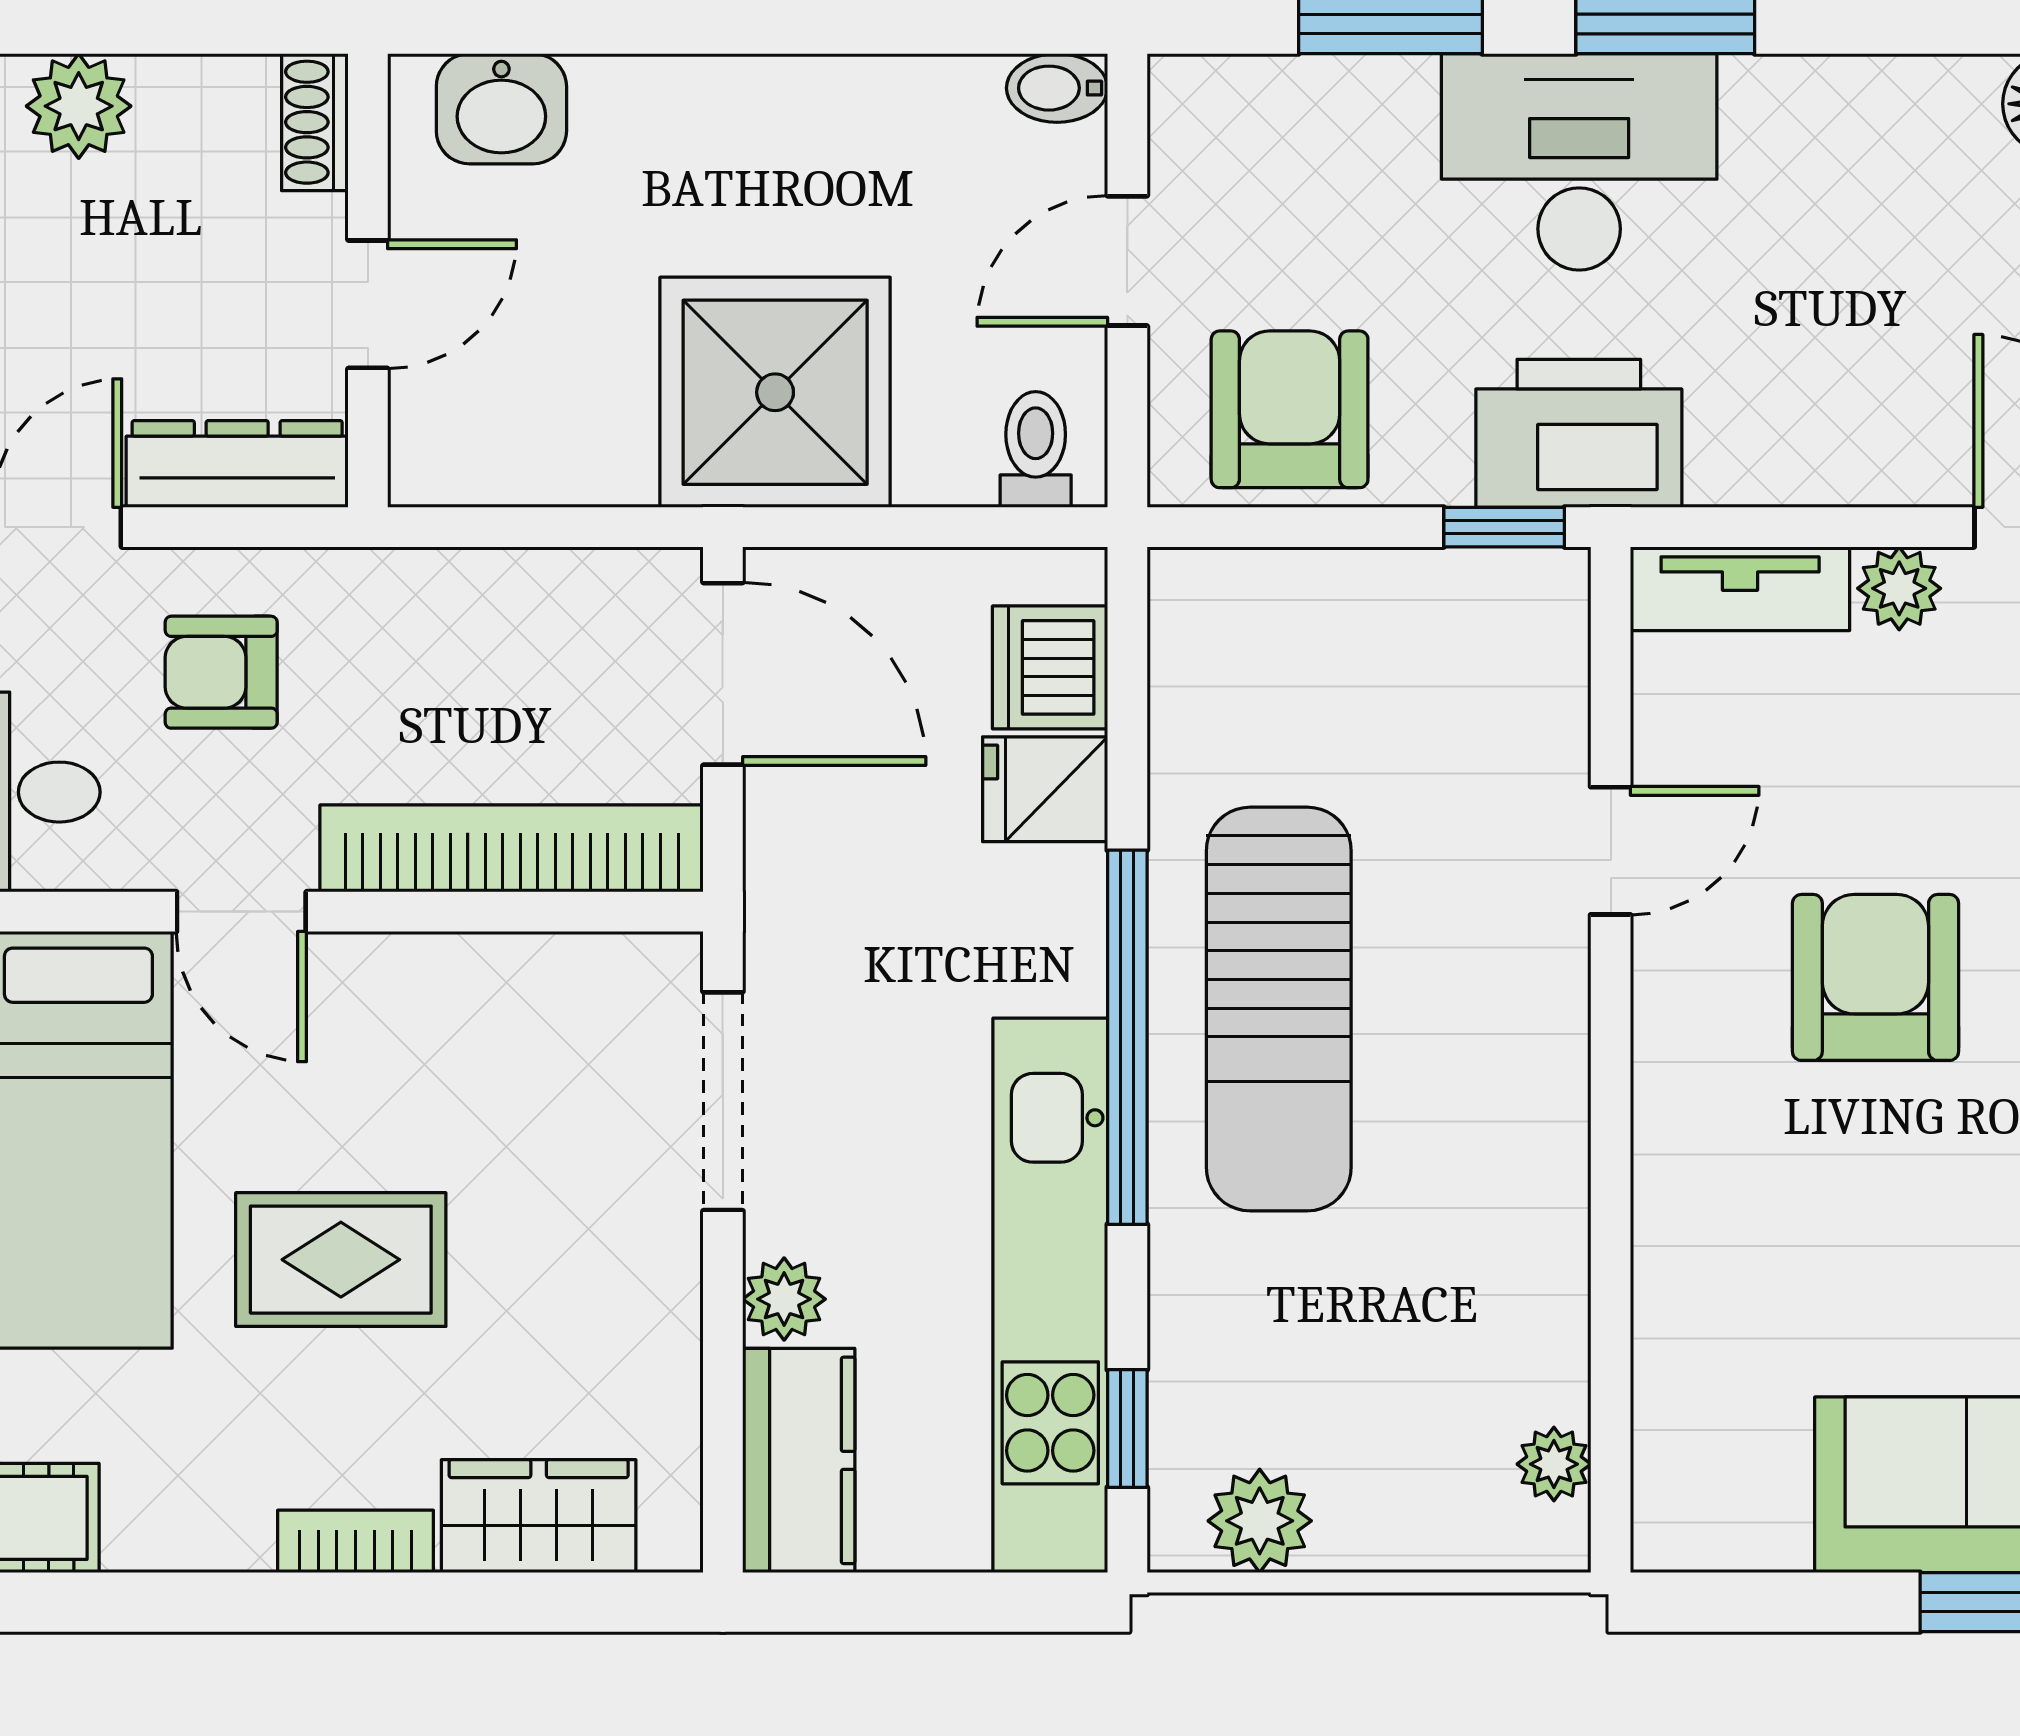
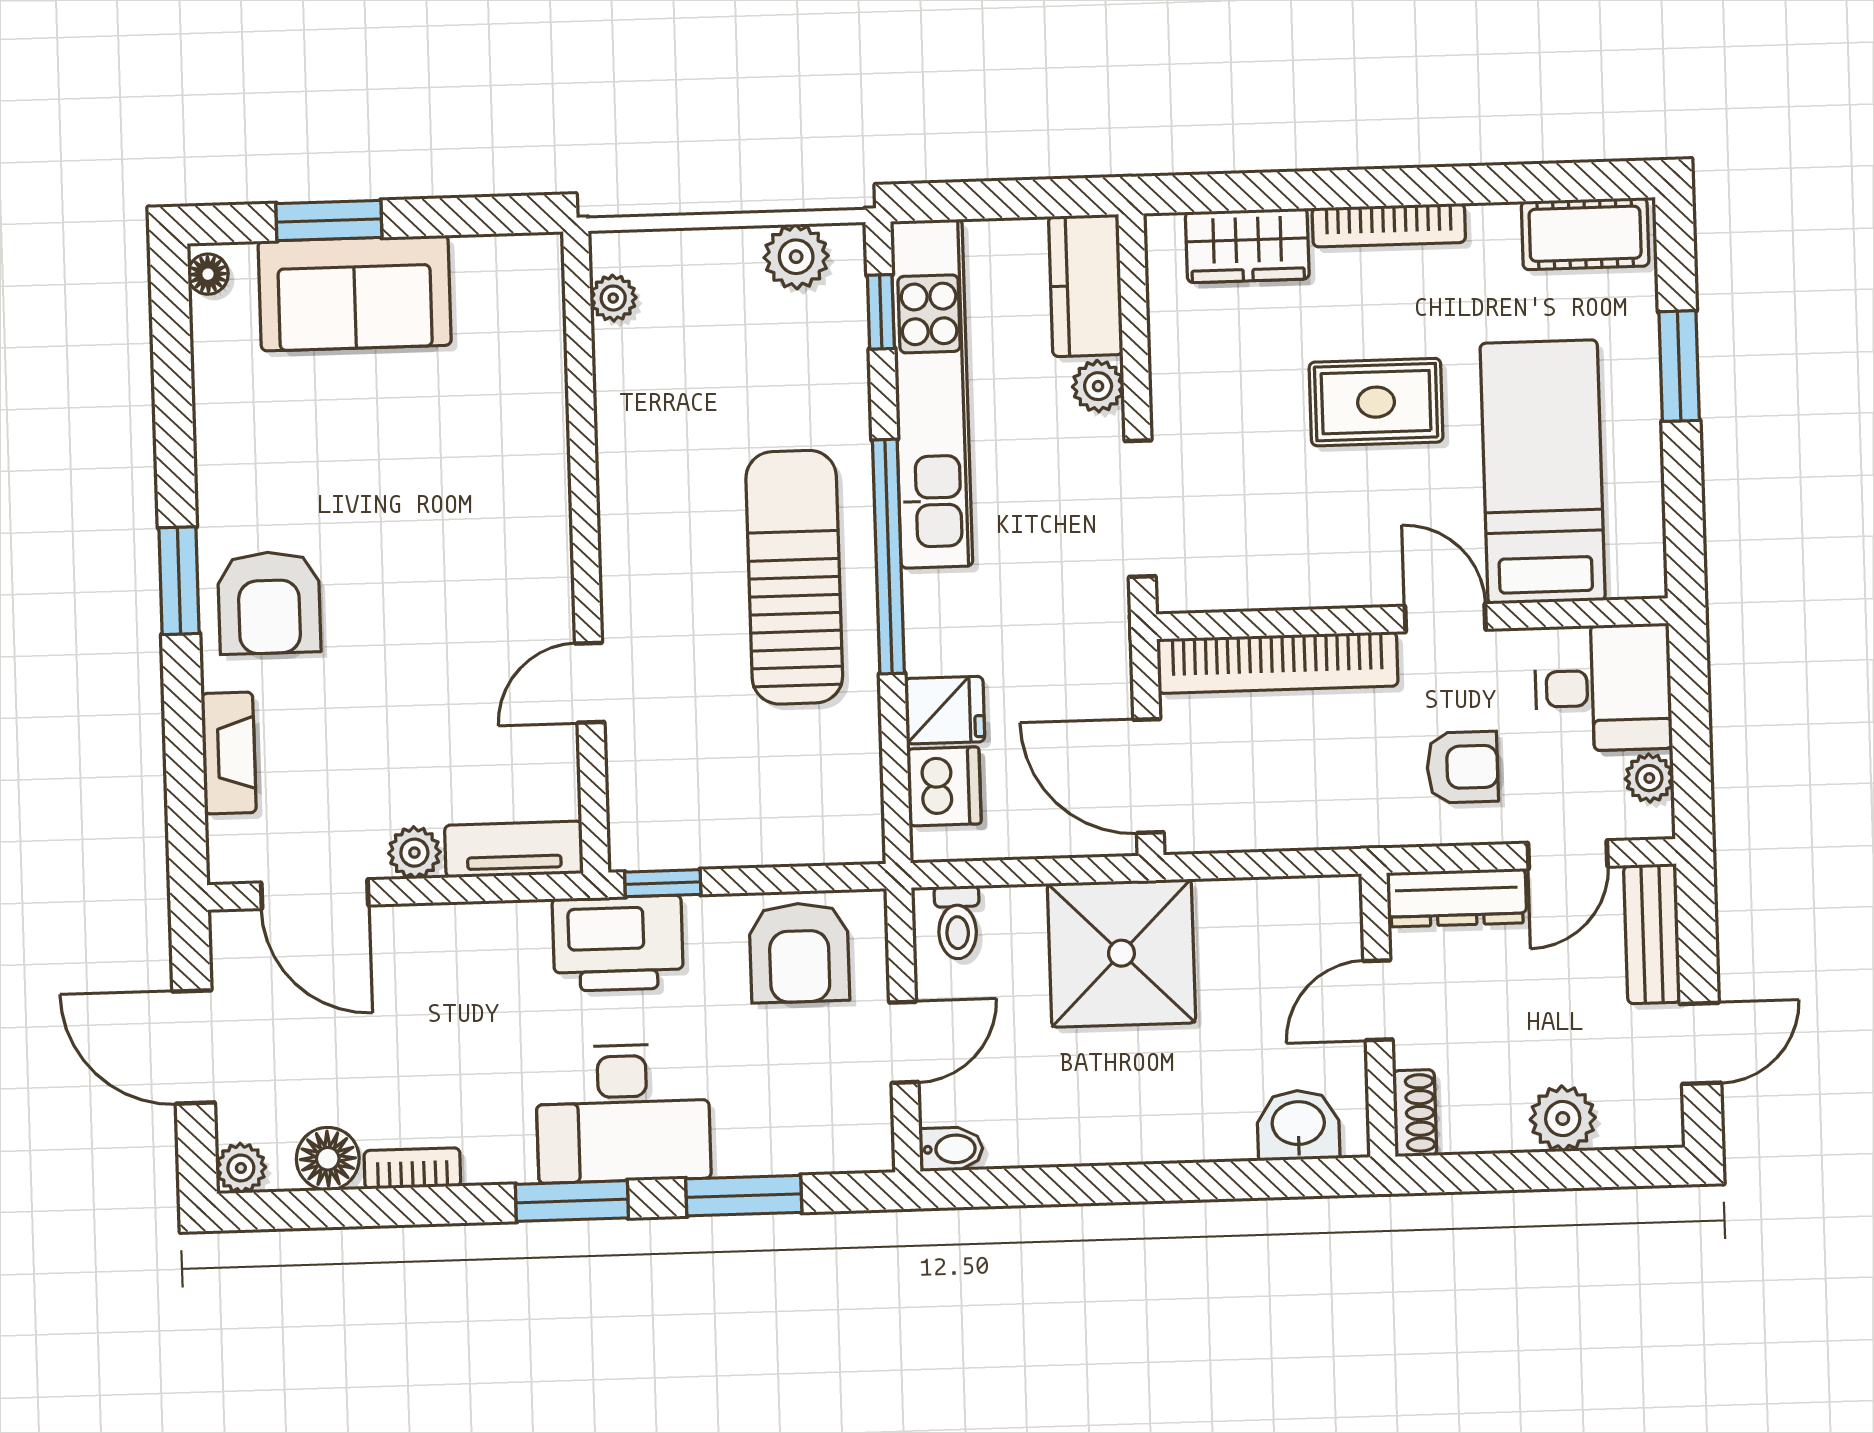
bookcase: (1918, 84) -> (412, 1168), added
armchair: (1875, 977) -> (422, 609), removed
bookcase: (355, 1541) -> (1389, 225), width x1.56

